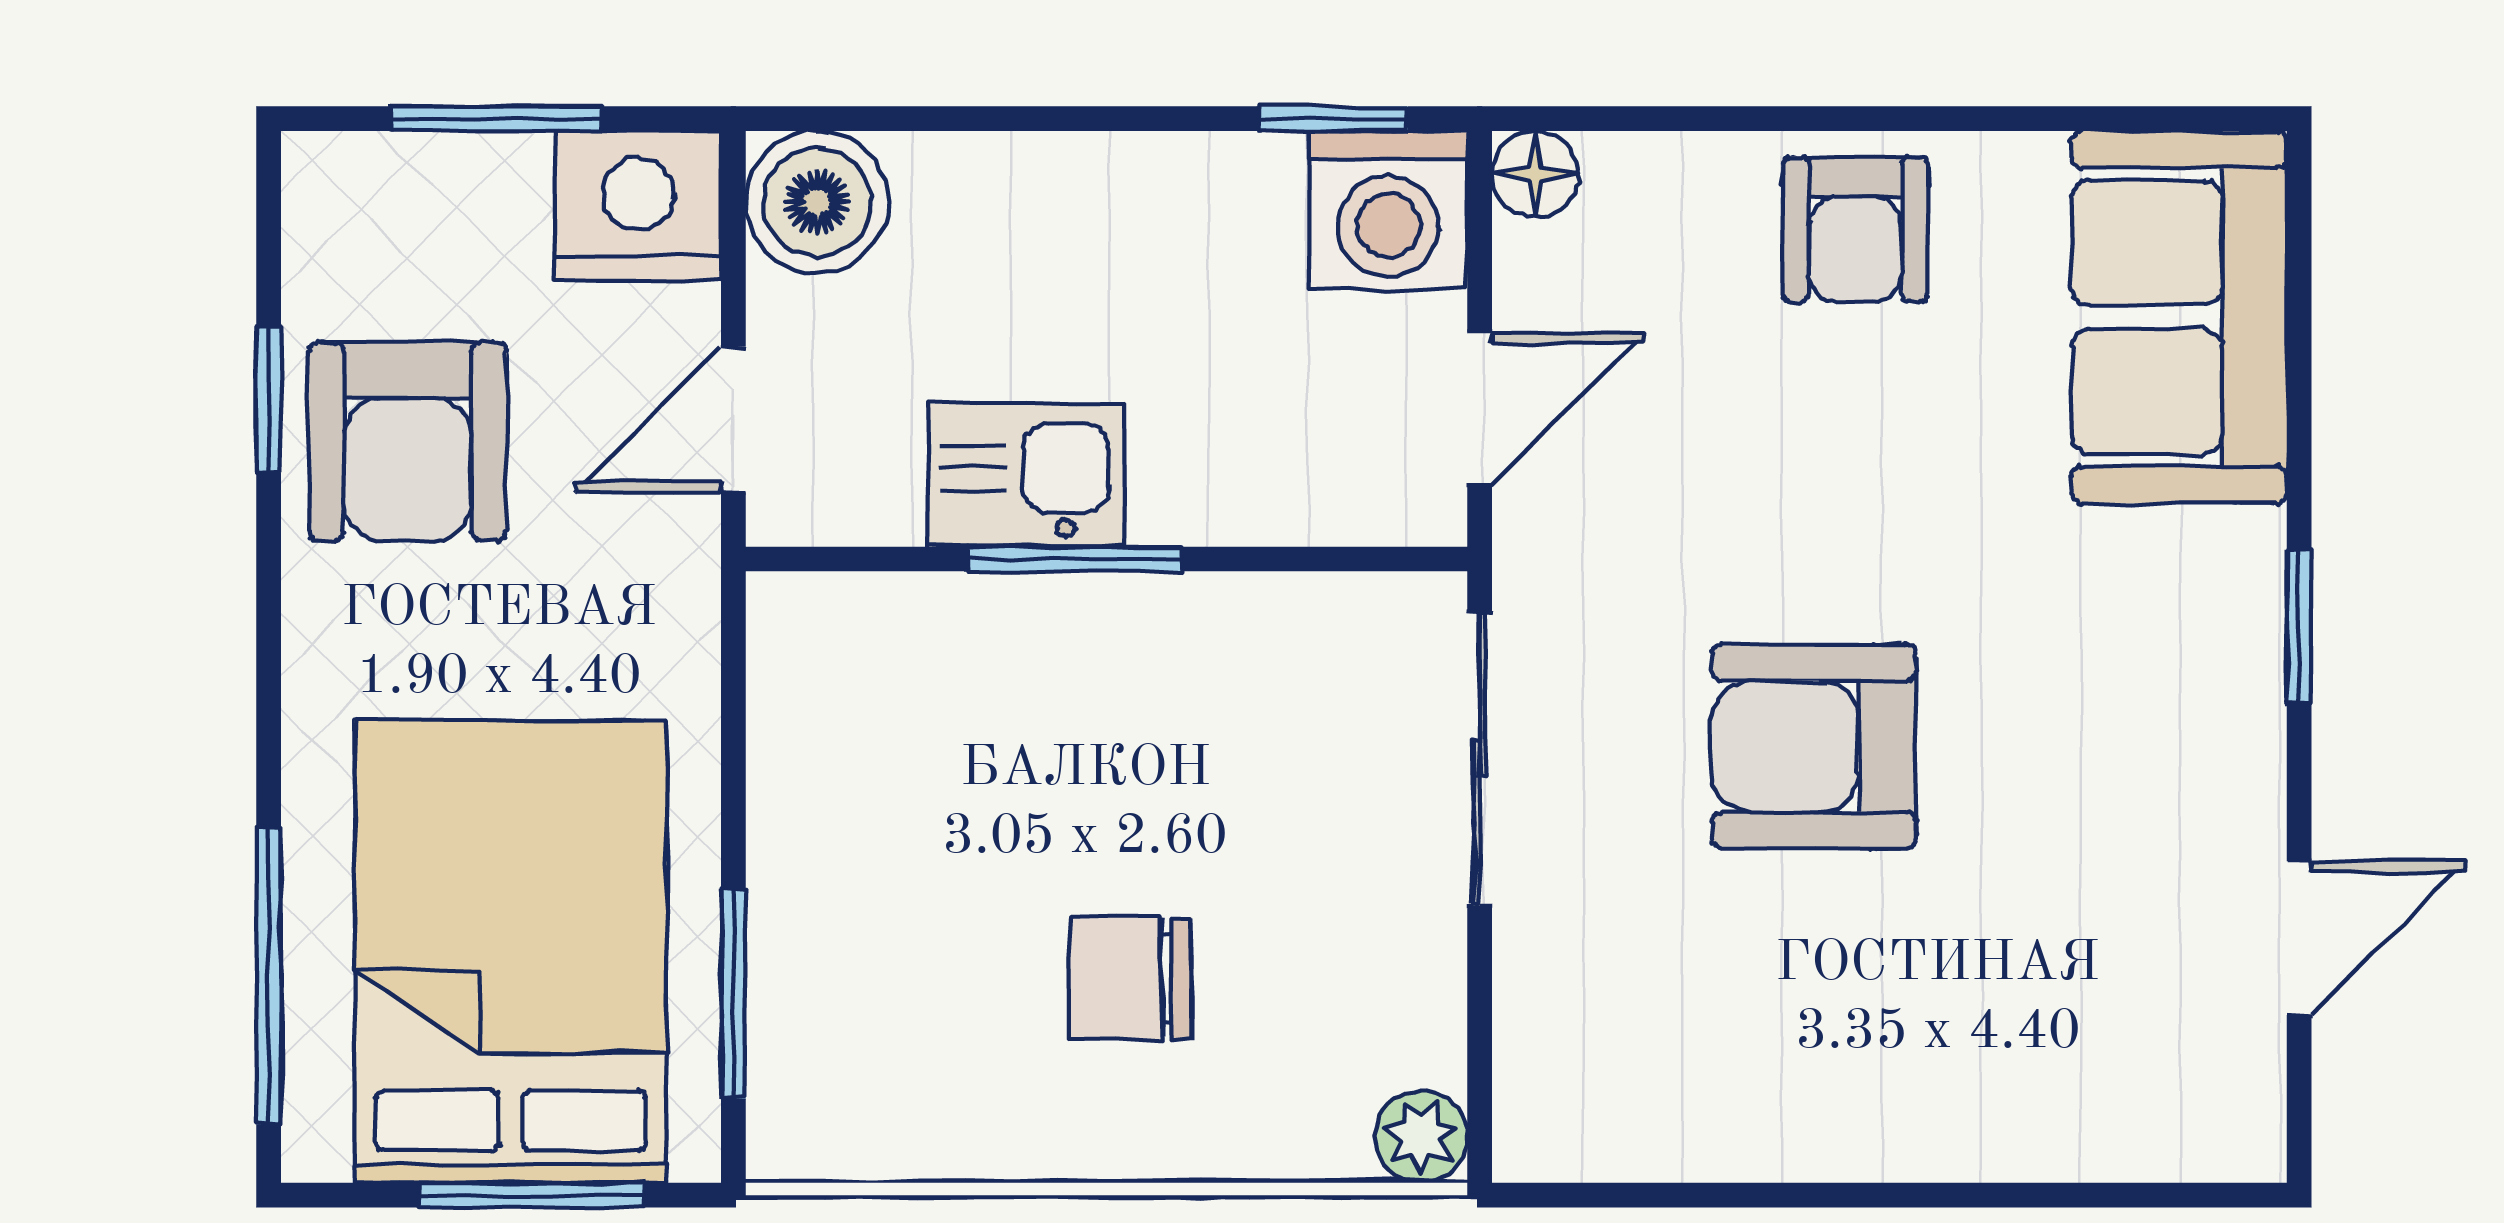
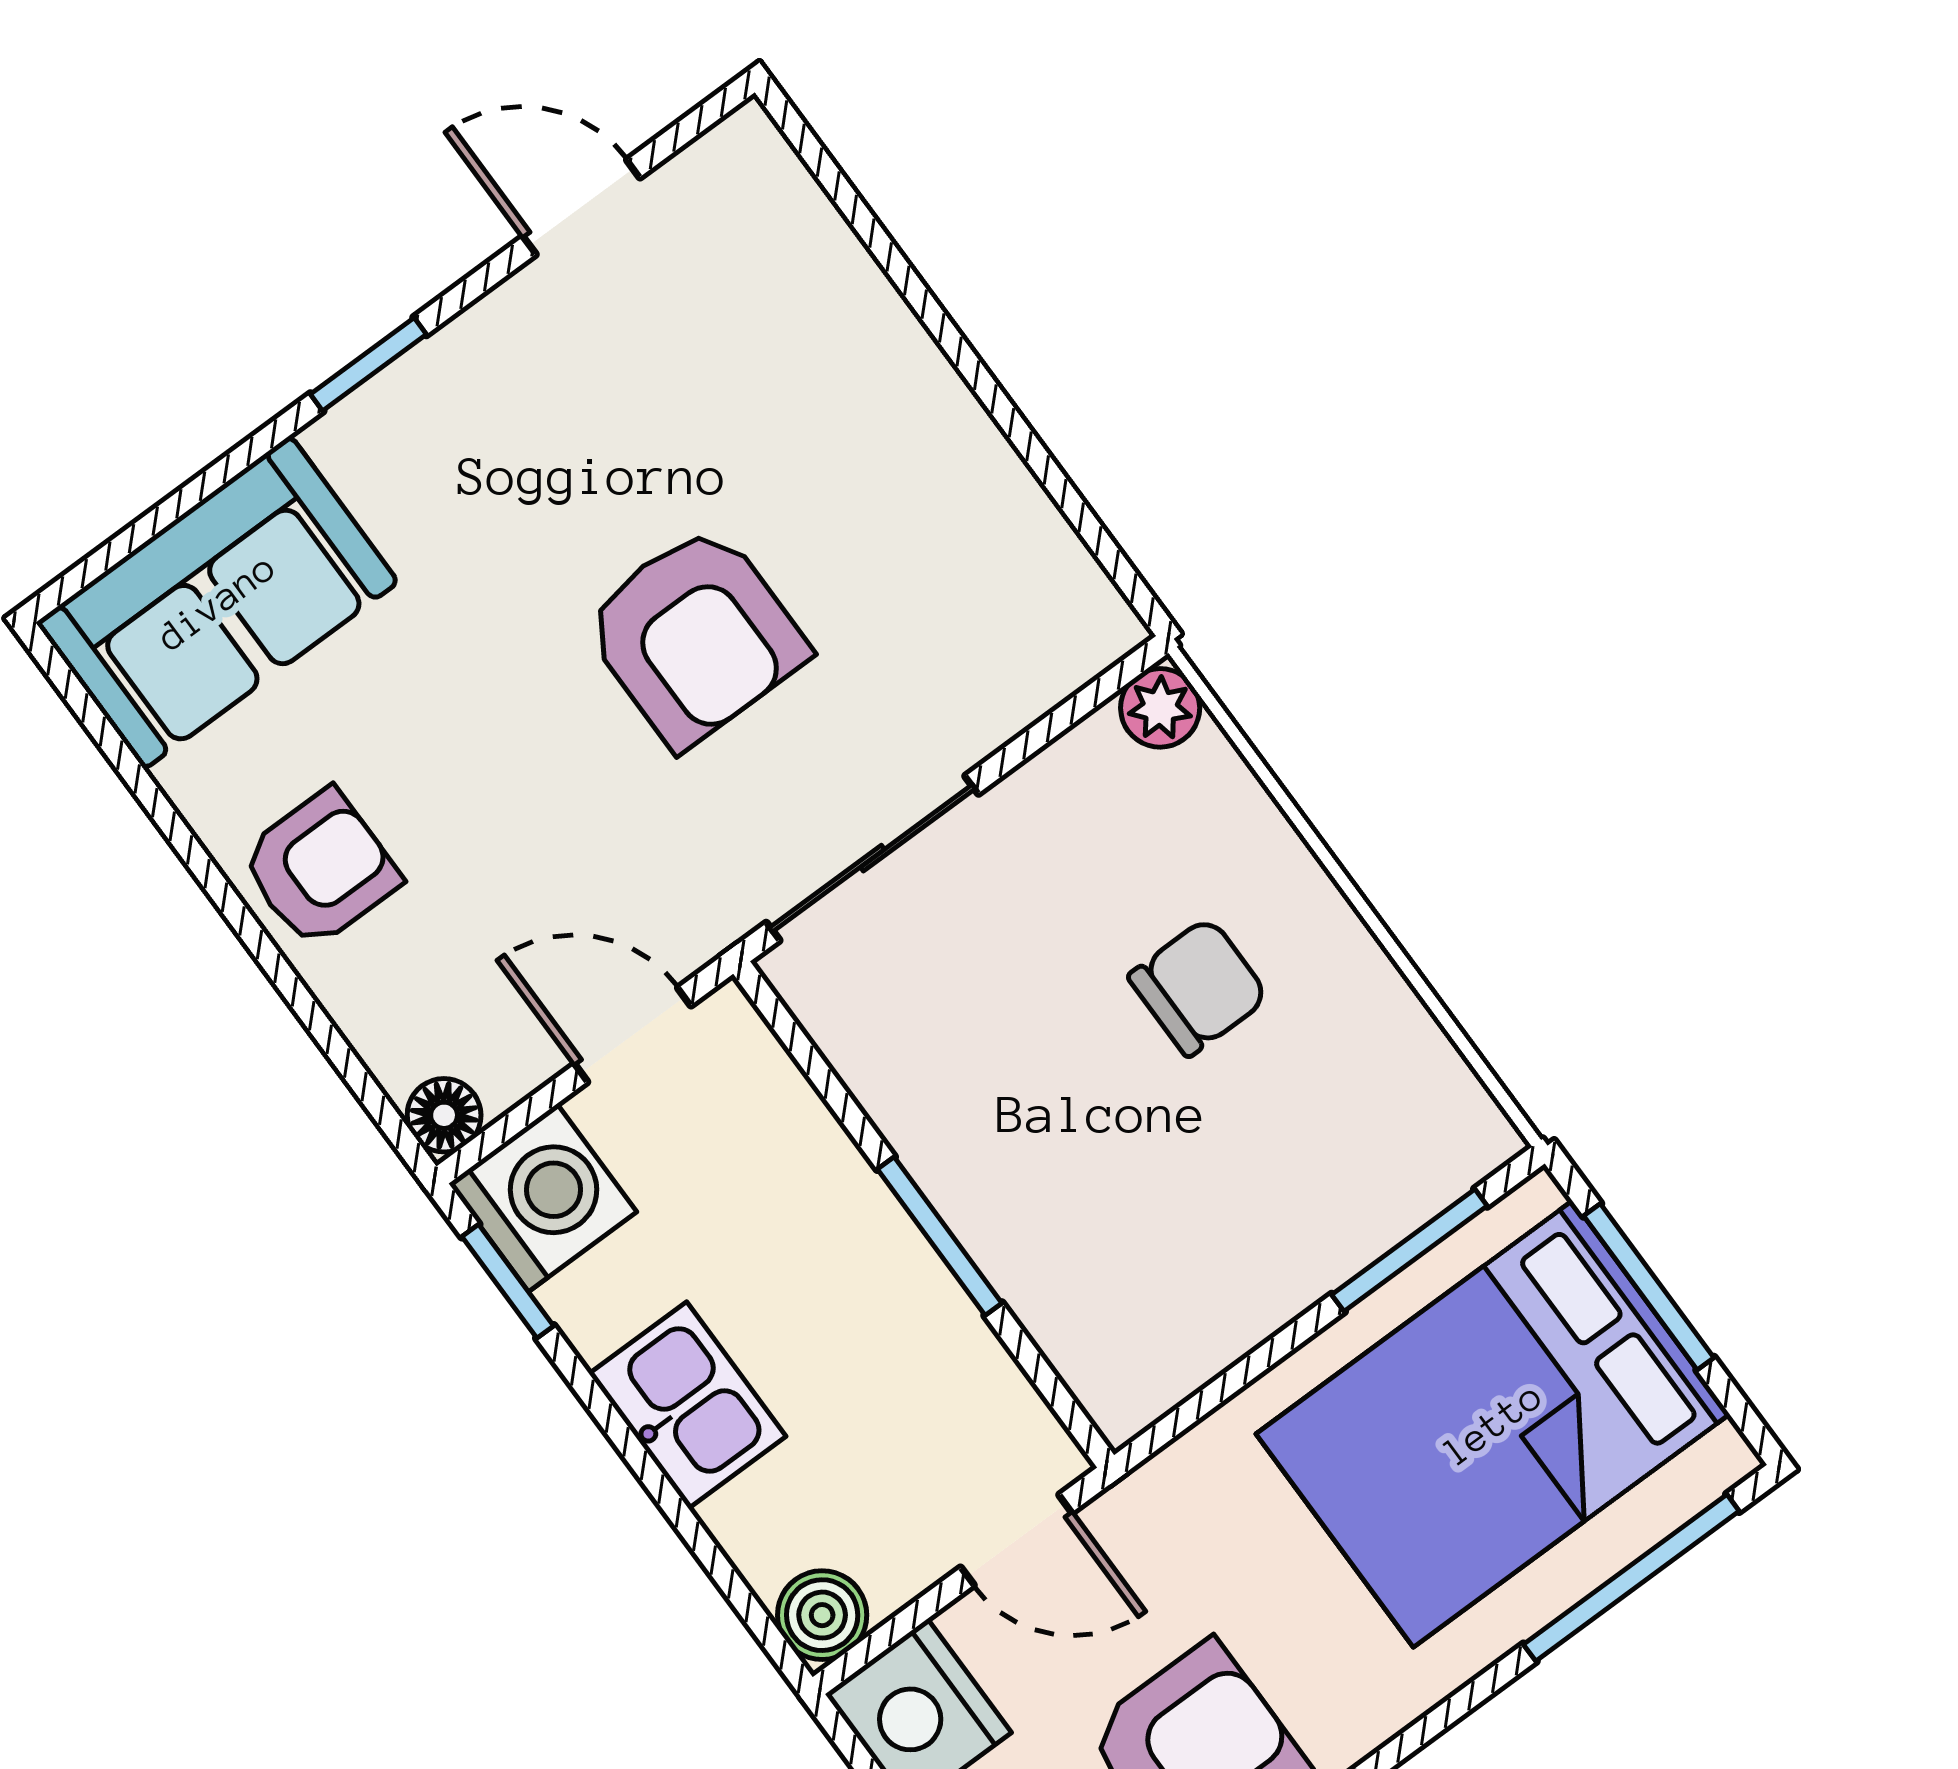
boiler: (817, 202) -> (822, 1615), width x0.73, depth x0.73
kitchen sink: (1026, 475) -> (687, 1405), moved, turned 180
chair: (1130, 978) -> (1198, 987), turned -90

